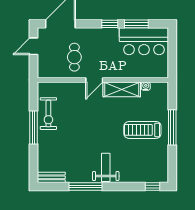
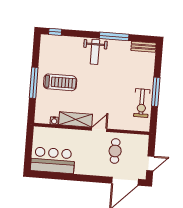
window: (110, 24) -> (82, 178), removed
window: (136, 24) -> (58, 176), removed
exercise bike: (48, 114) -> (142, 103), turned 180

